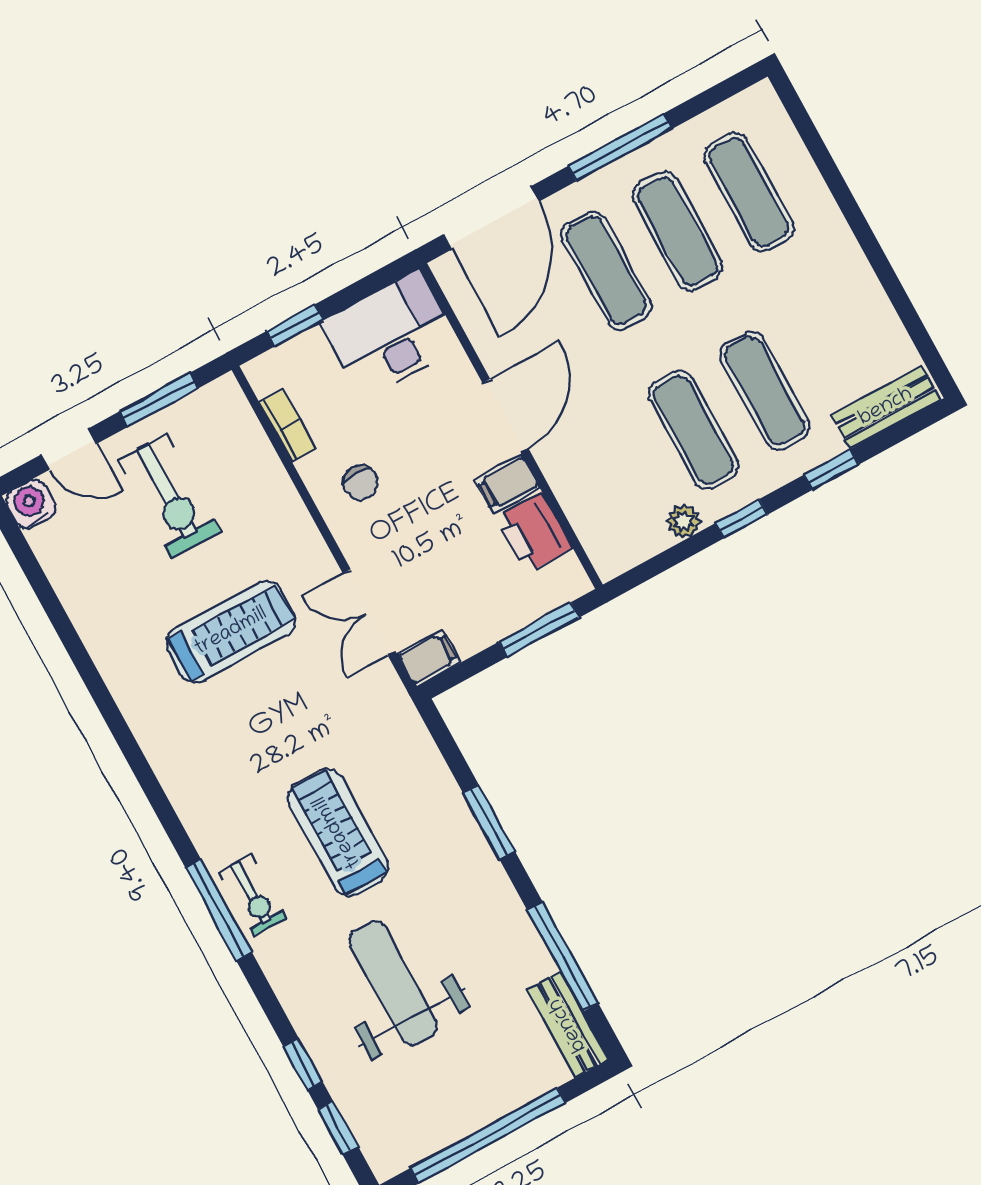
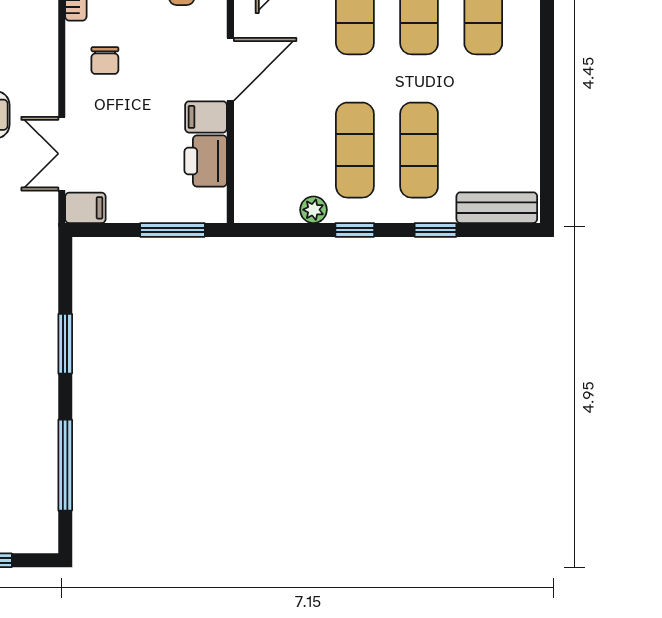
bench: (568, 1025) -> (43, 514), removed

